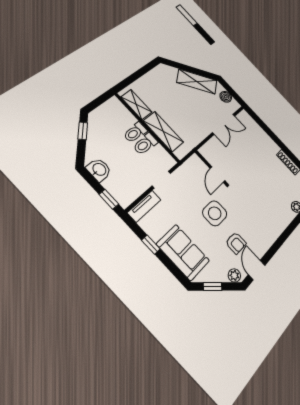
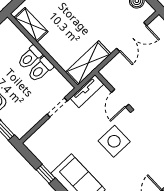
shelving: (163, 132) -> (88, 63), moved, turned 90
tv unit: (144, 206) -> (87, 91), moved
armchair: (236, 243) -> (136, 172), removed

